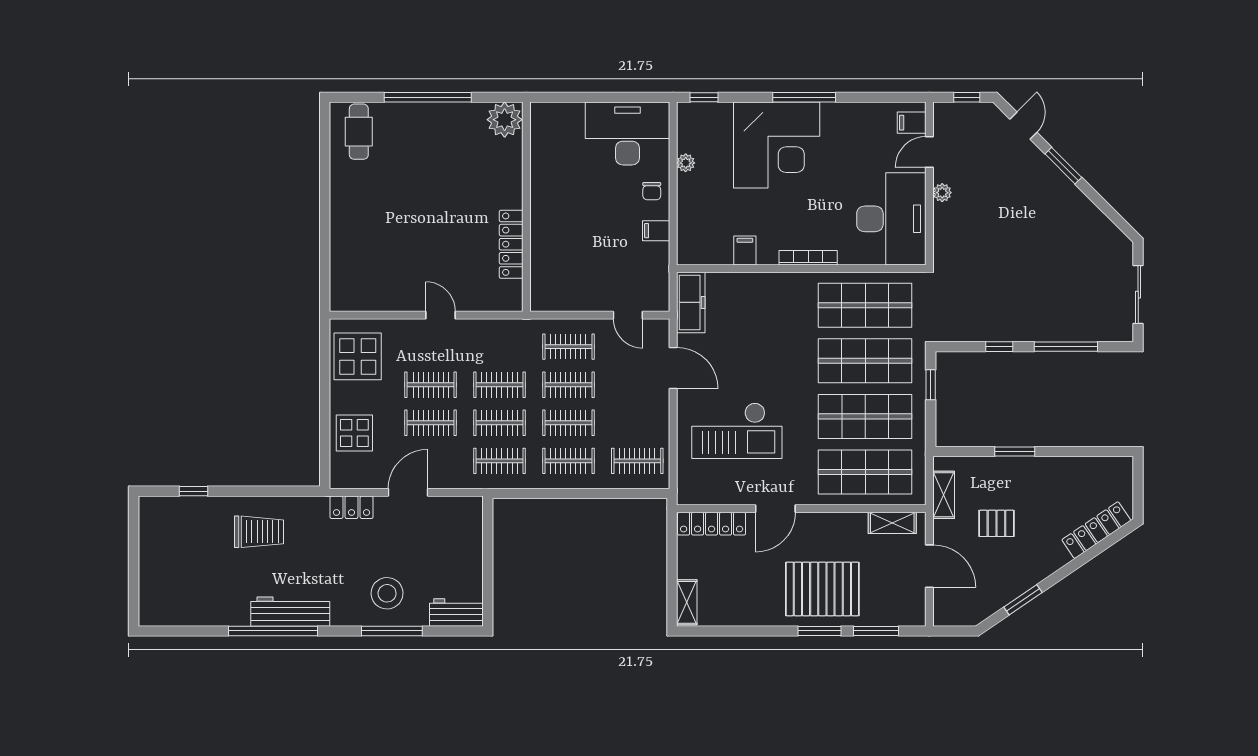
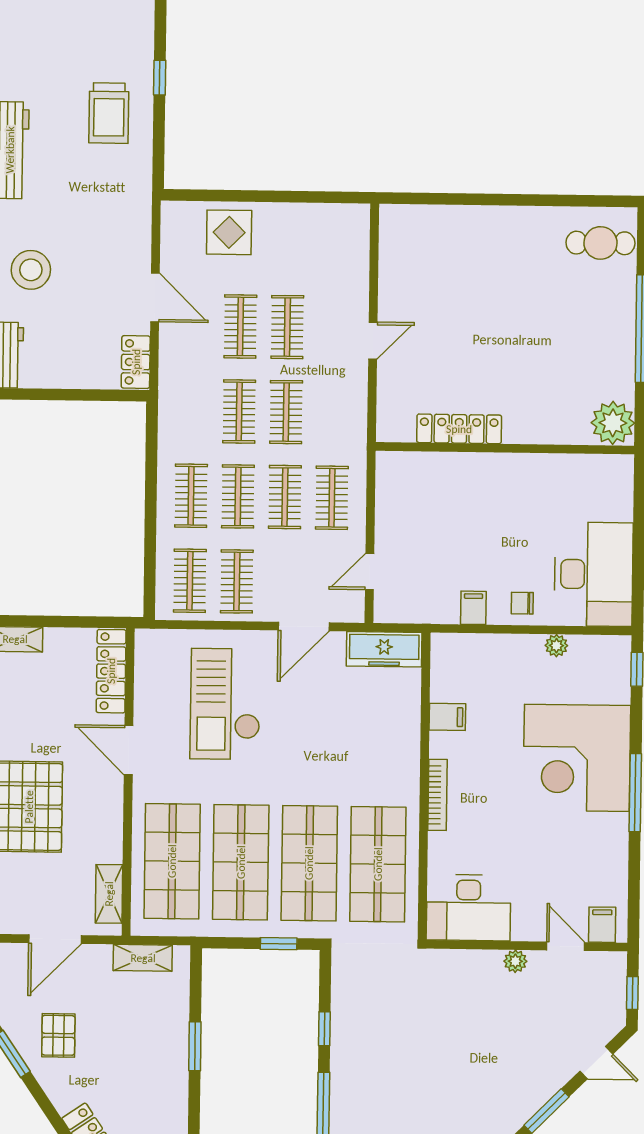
desk: (891, 219) -> (468, 908), width x0.73, depth x0.77
display table: (358, 356) -> (323, 238), removed
clothes rail: (499, 461) -> (237, 581), moved
window: (193, 491) -> (160, 78), moved
locker: (352, 507) -> (136, 362), moved
pallet: (996, 523) -> (58, 1035), moved

